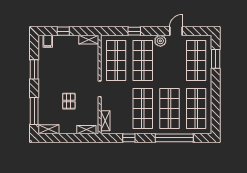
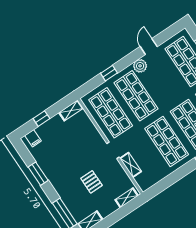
shelving: (105, 121) -> (131, 165), moved
window: (129, 138) -> (172, 178), removed

